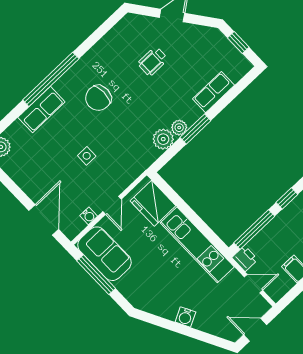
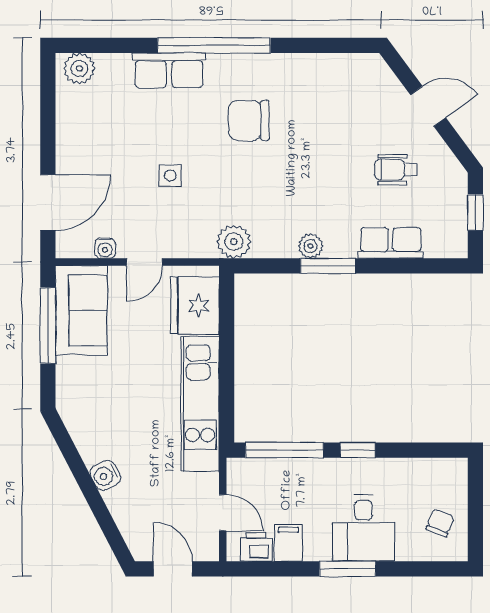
wheelchair: (153, 61) -> (396, 170), moved
plant: (163, 139) -> (234, 242), moved
printer: (245, 258) -> (256, 547), moved, turned -90

